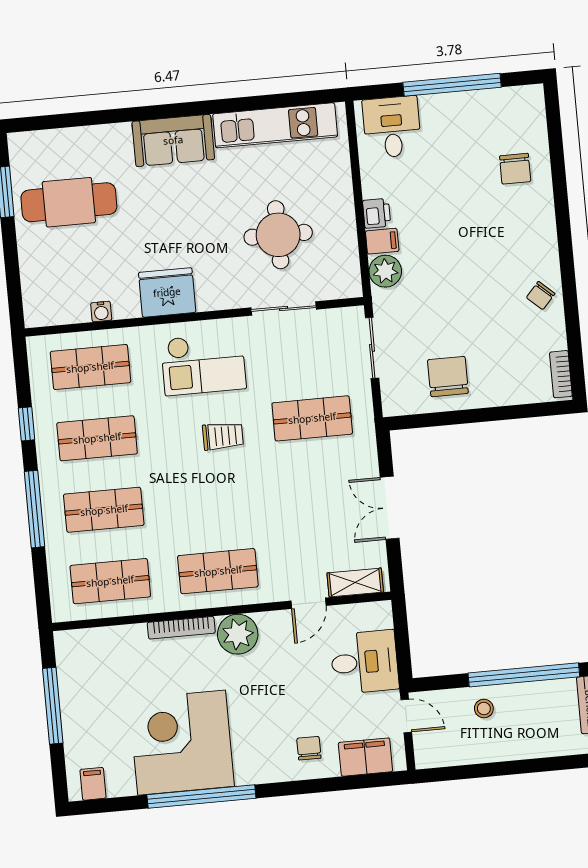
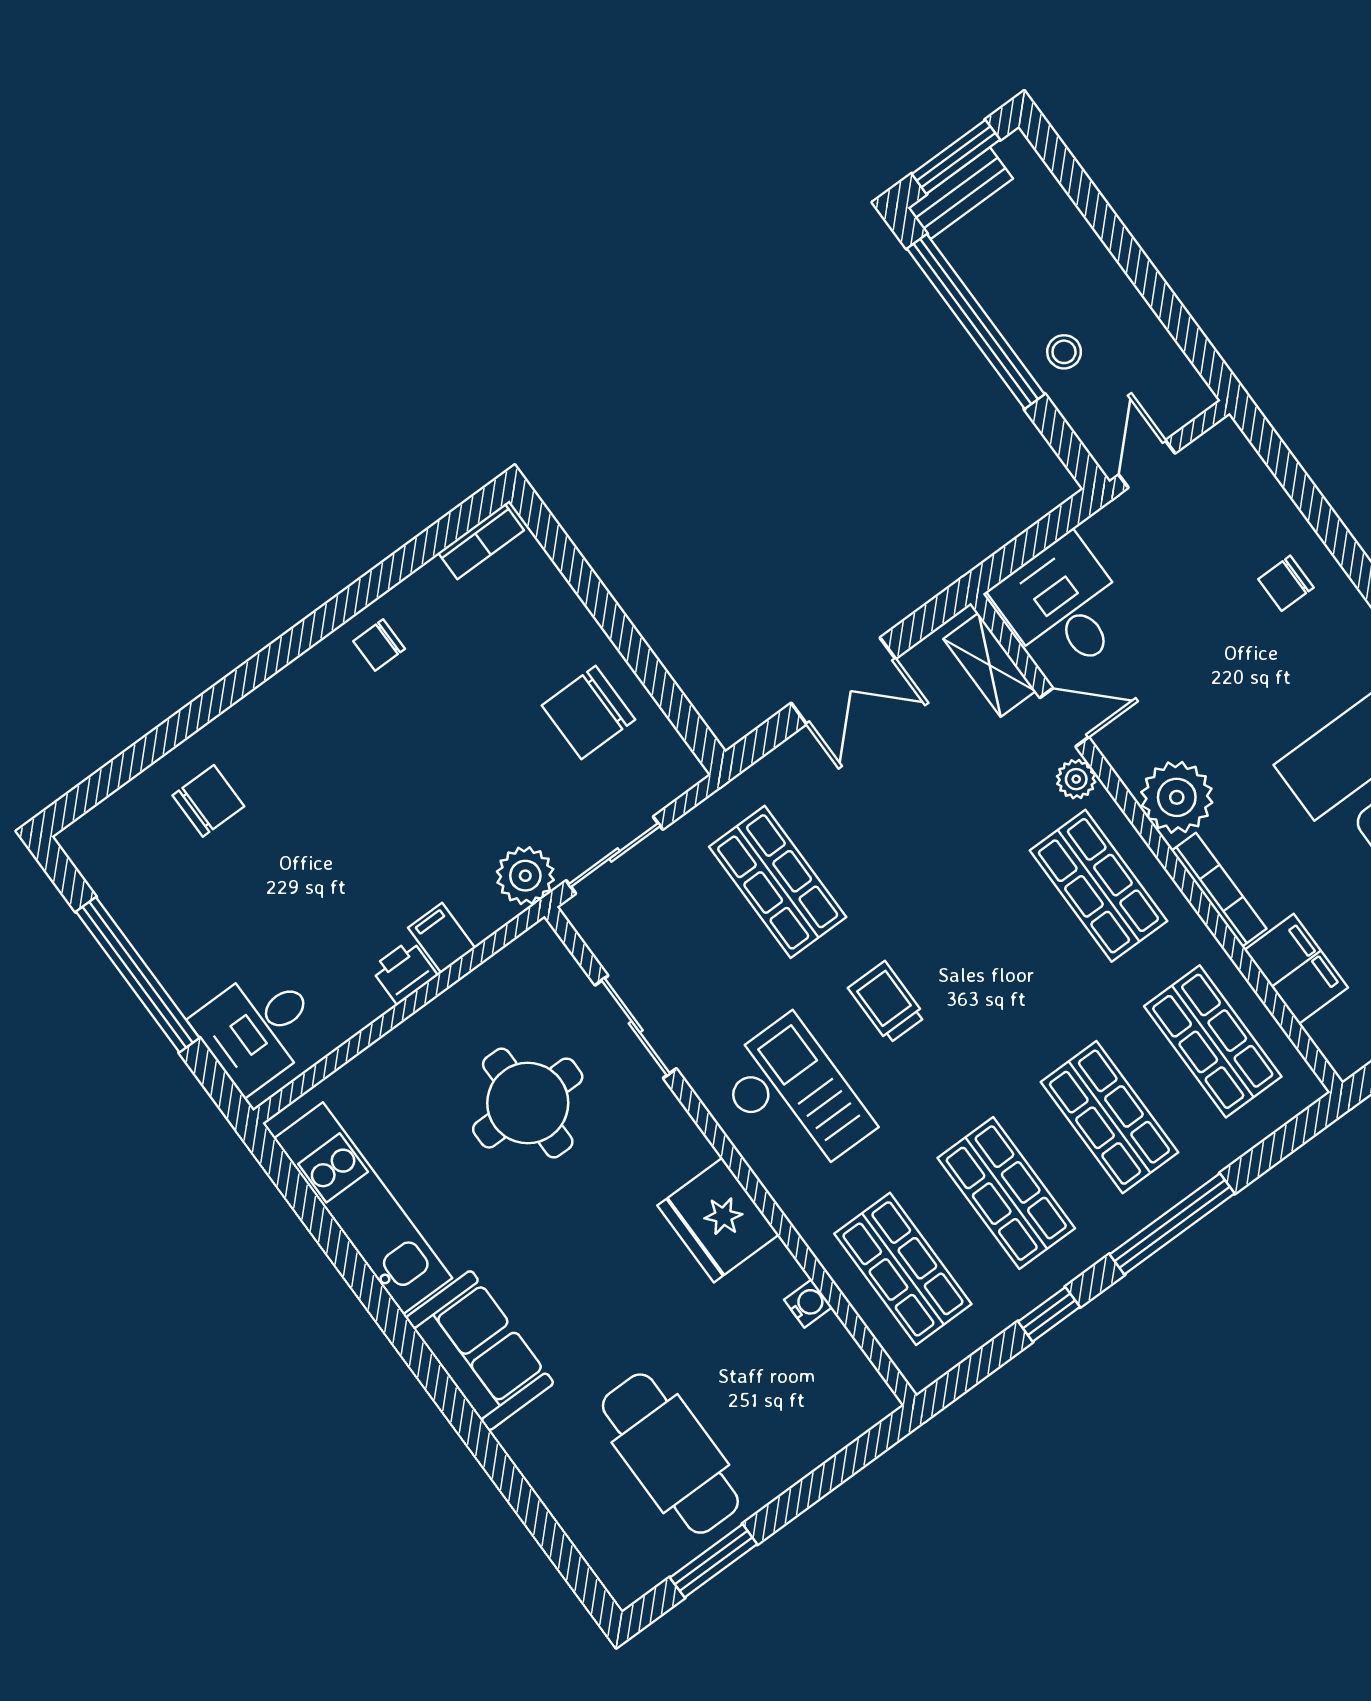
plant: (385, 271) -> (525, 876), moved
chair: (541, 295) -> (379, 645), turned 138
plant: (275, 591) -> (1076, 779), added
desk: (364, 662) -> (1064, 606), moved
filing cabinet: (365, 757) -> (1296, 969), moved, turned 180

